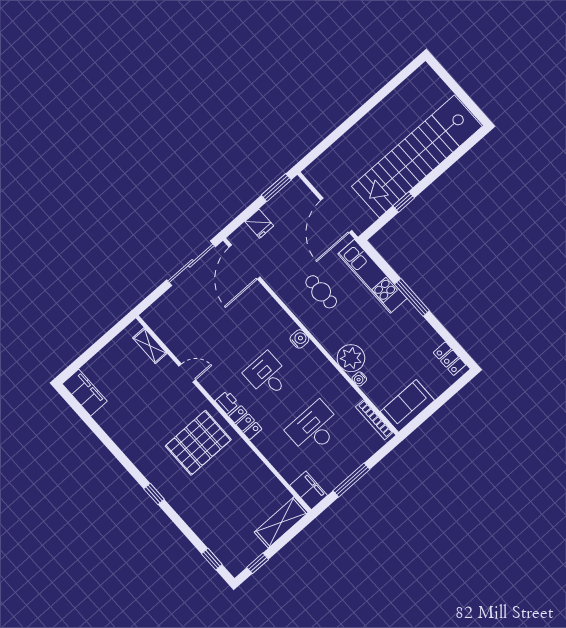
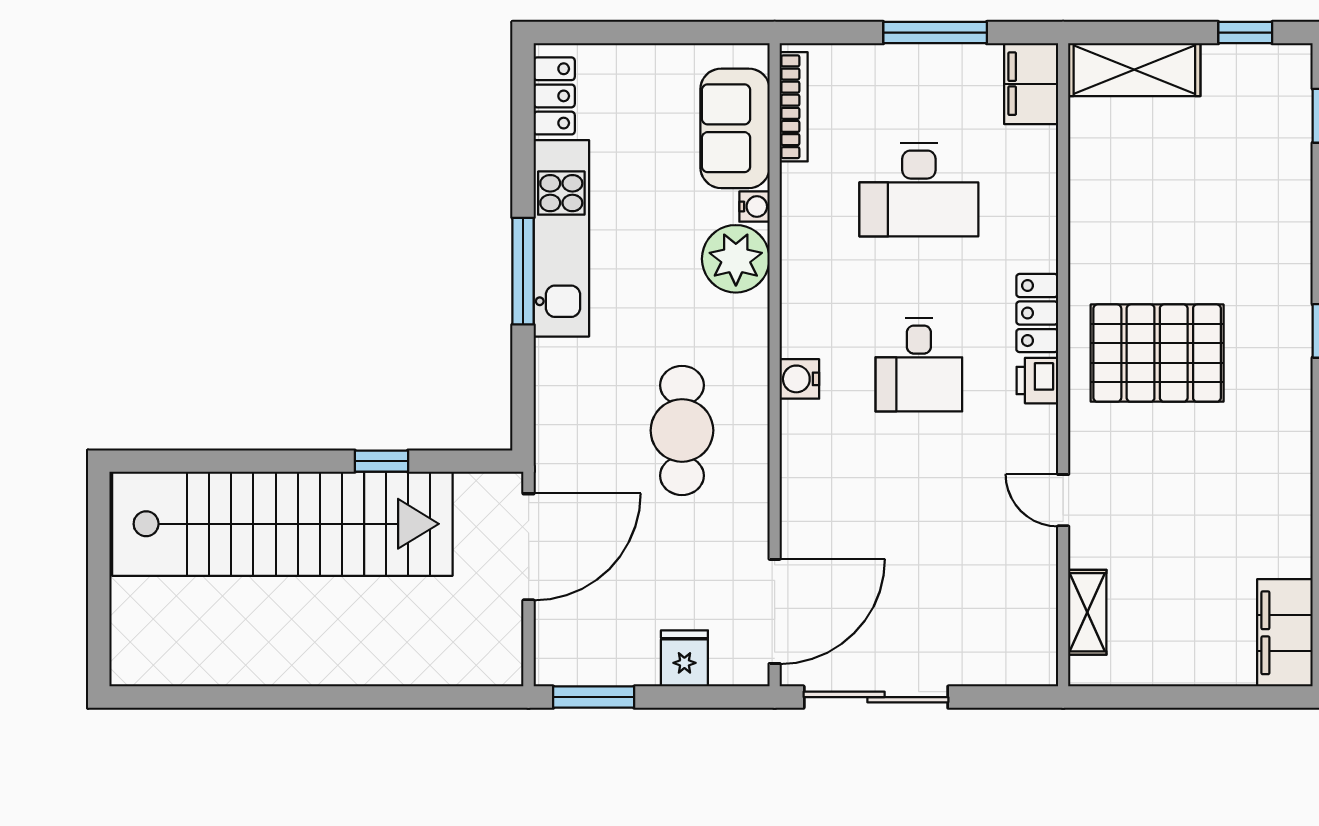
kitchen unit: (372, 276) -> (561, 238), moved
cafe table: (321, 292) -> (682, 430), width x1.37, depth x1.35
sofa: (407, 406) -> (735, 128), moved, turned 90

